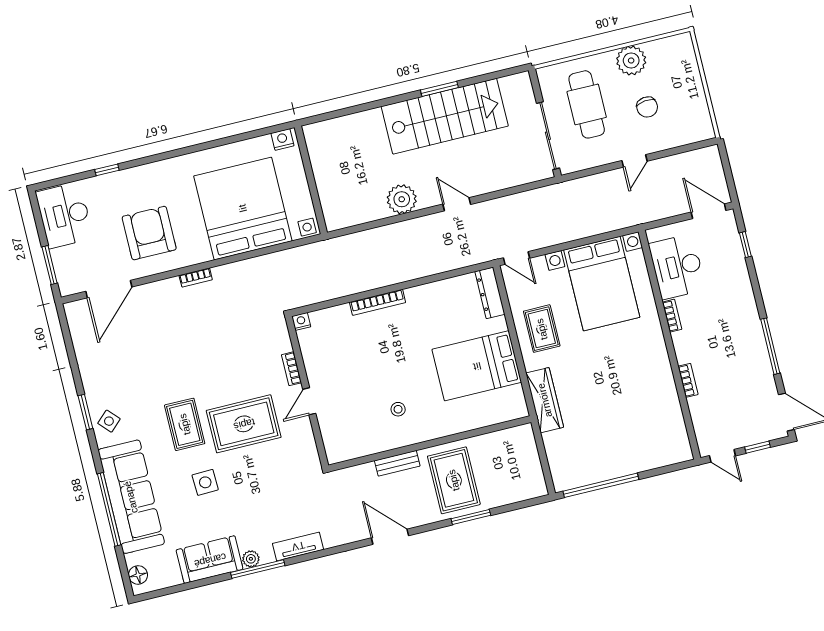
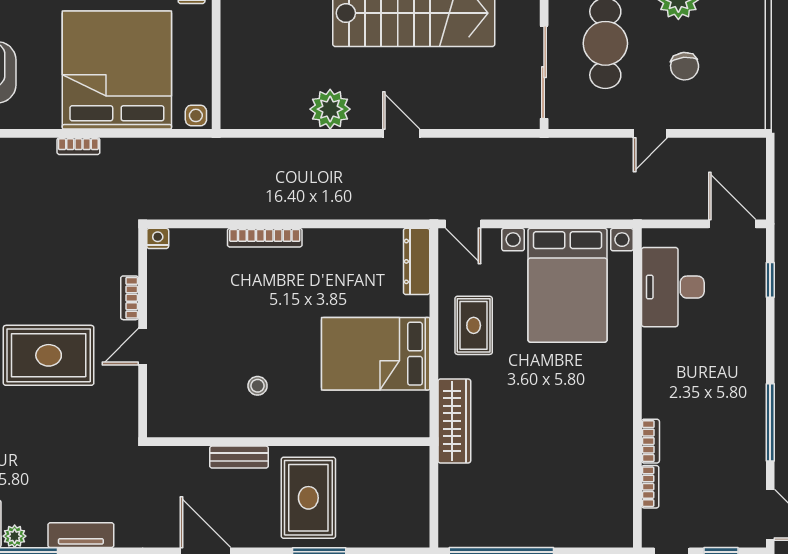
bookcase: (196, 278) -> (78, 146), moved
bookcase: (672, 316) -> (650, 487), moved

